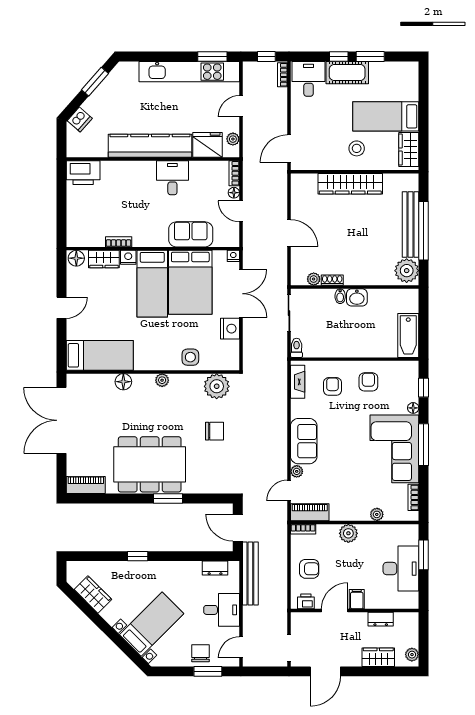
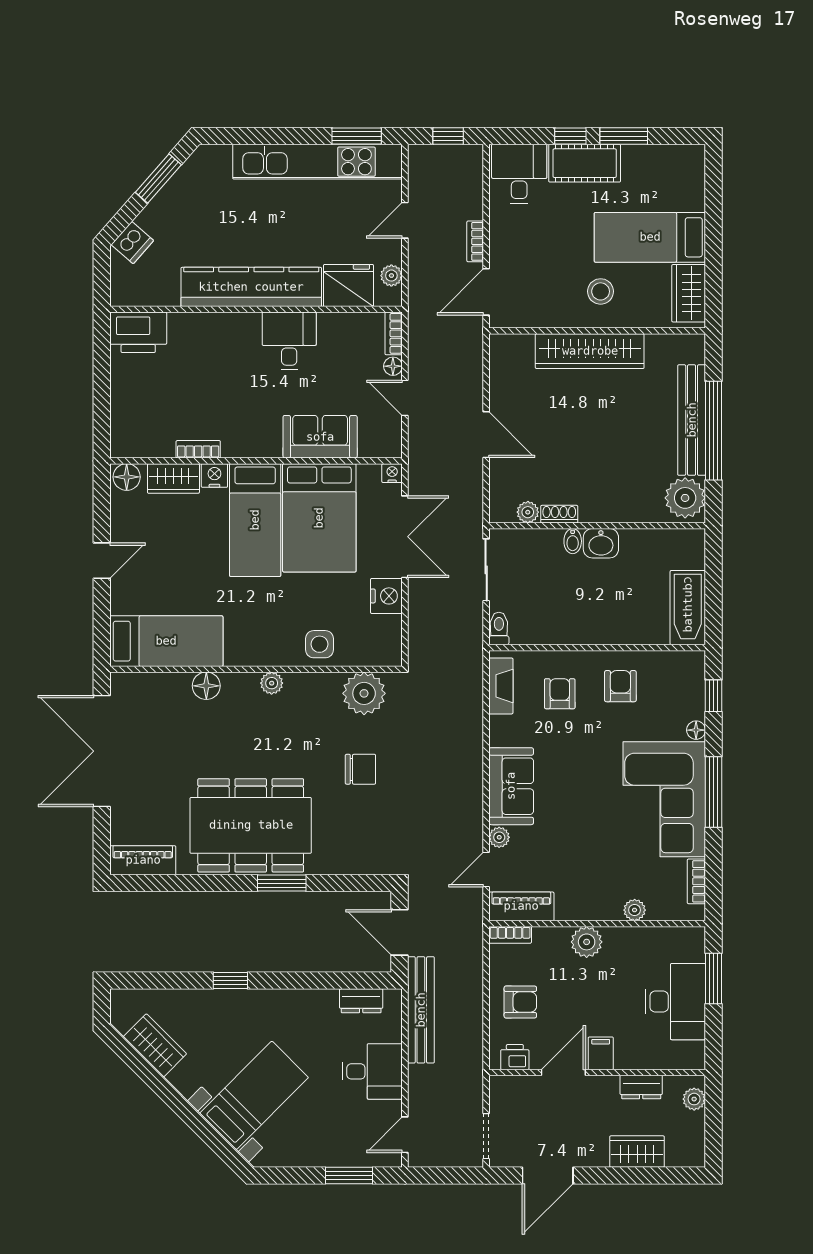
bookcase: (282, 75) -> (475, 241), moved
chair: (200, 653) -> (337, 1145), removed
plant: (412, 655) -> (694, 1099), moved

